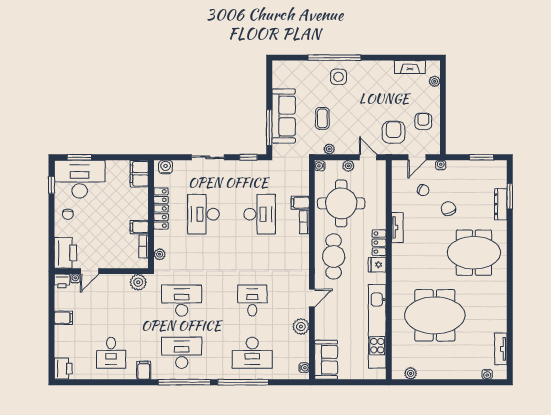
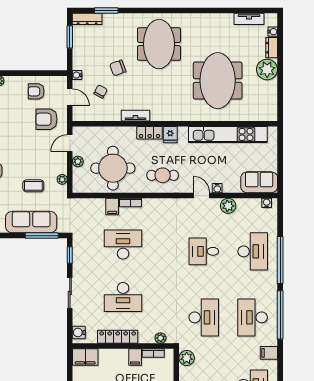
water cooler: (320, 166) -> (217, 188), moved
dresser: (501, 204) -> (87, 19), moved
cafe table: (334, 256) -> (163, 175), width x0.73, depth x0.74
desk: (182, 301) -> (204, 317), turned 180
plant: (411, 373) -> (267, 69), moved, width x1.87, depth x1.87
dresser: (470, 373) -> (272, 48), added

